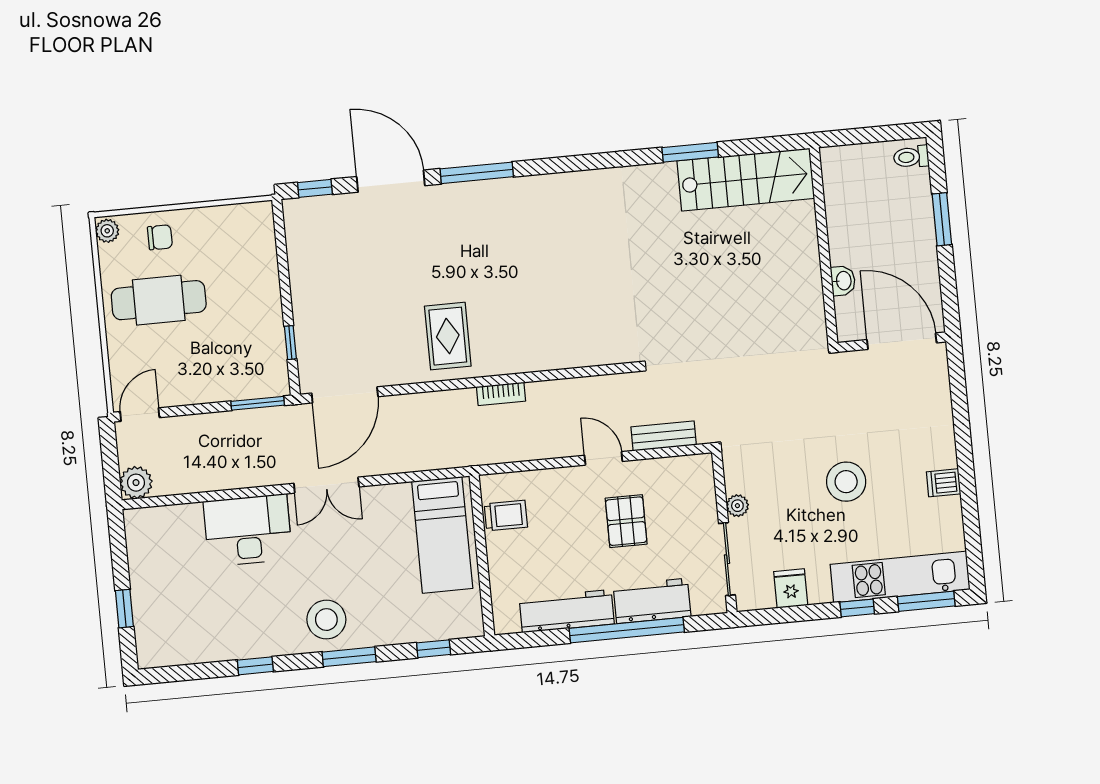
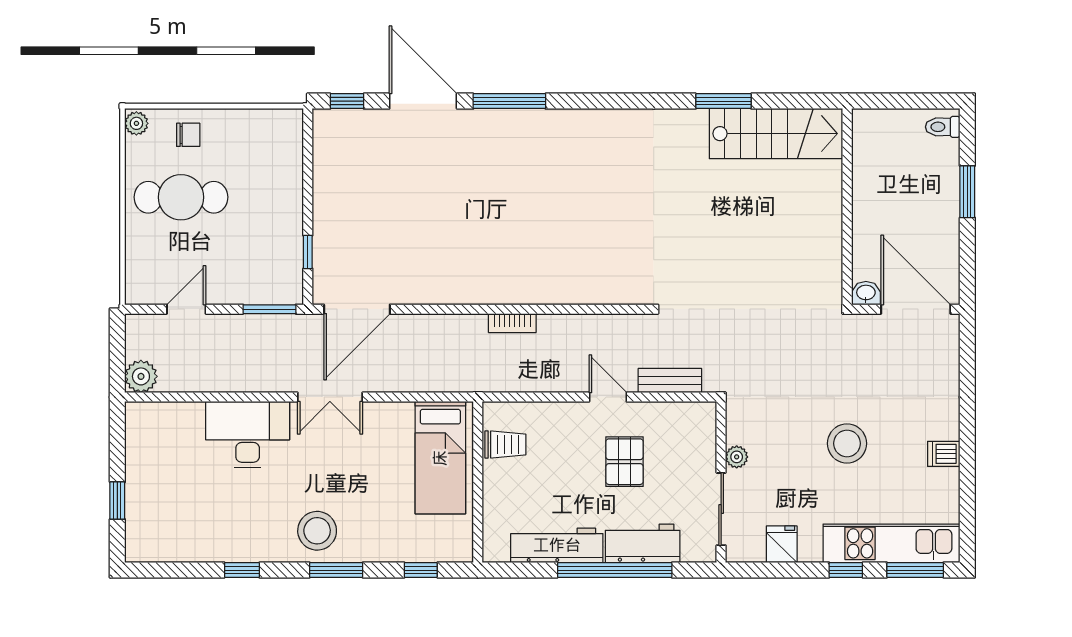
washbasin: (843, 281) -> (866, 293), moved, turned -90
rug: (448, 336) -> (465, 261), removed
door: (140, 415) -> (186, 309), moved

